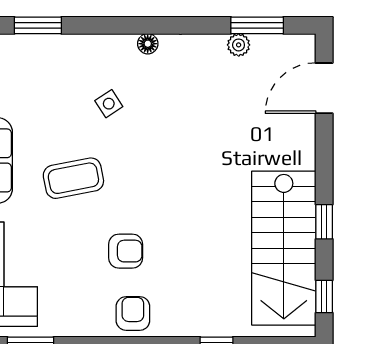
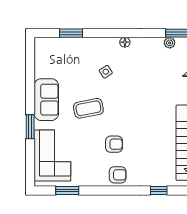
armchair: (133, 313) -> (118, 175), turned 90

